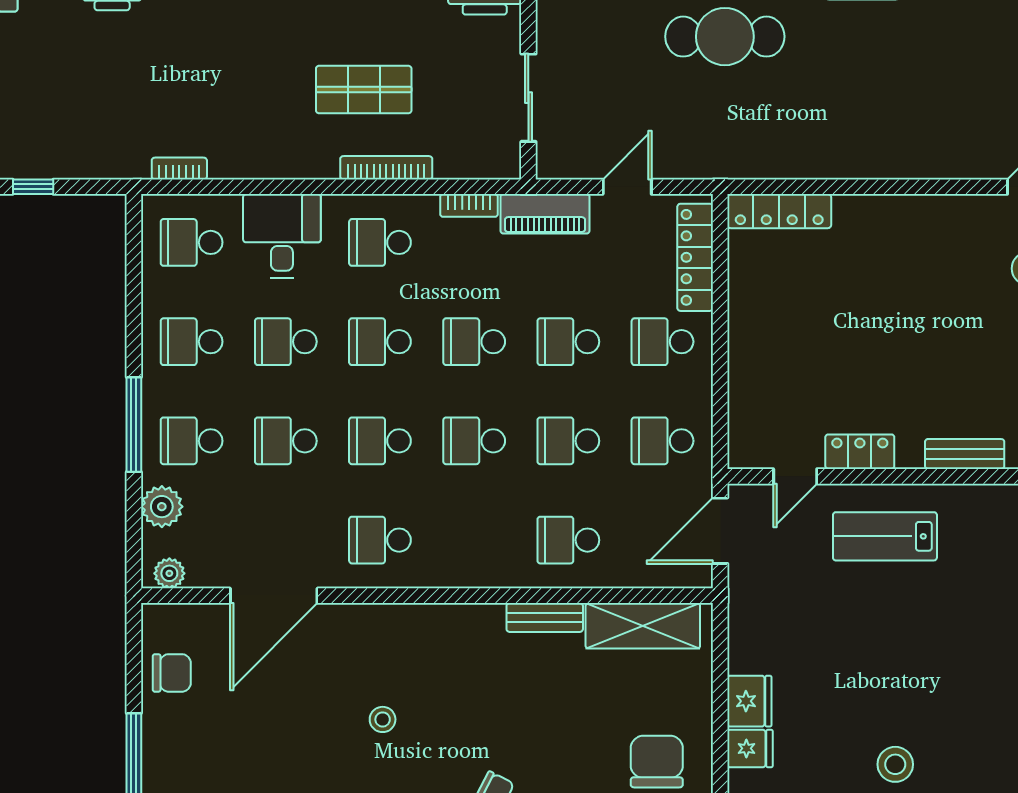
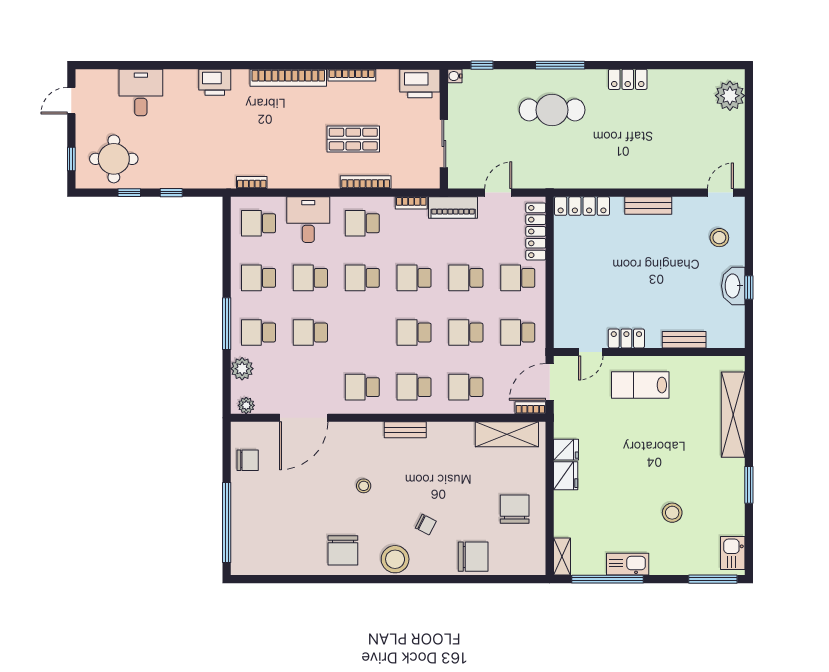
bench: (899, 210) -> (648, 206), added
school desk: (380, 441) -> (414, 387), moved
bookcase: (685, 577) -> (530, 408), added
bench: (545, 618) -> (405, 430), moved
fridge: (750, 748) -> (566, 450), moved
stool: (895, 764) -> (672, 513), moved

